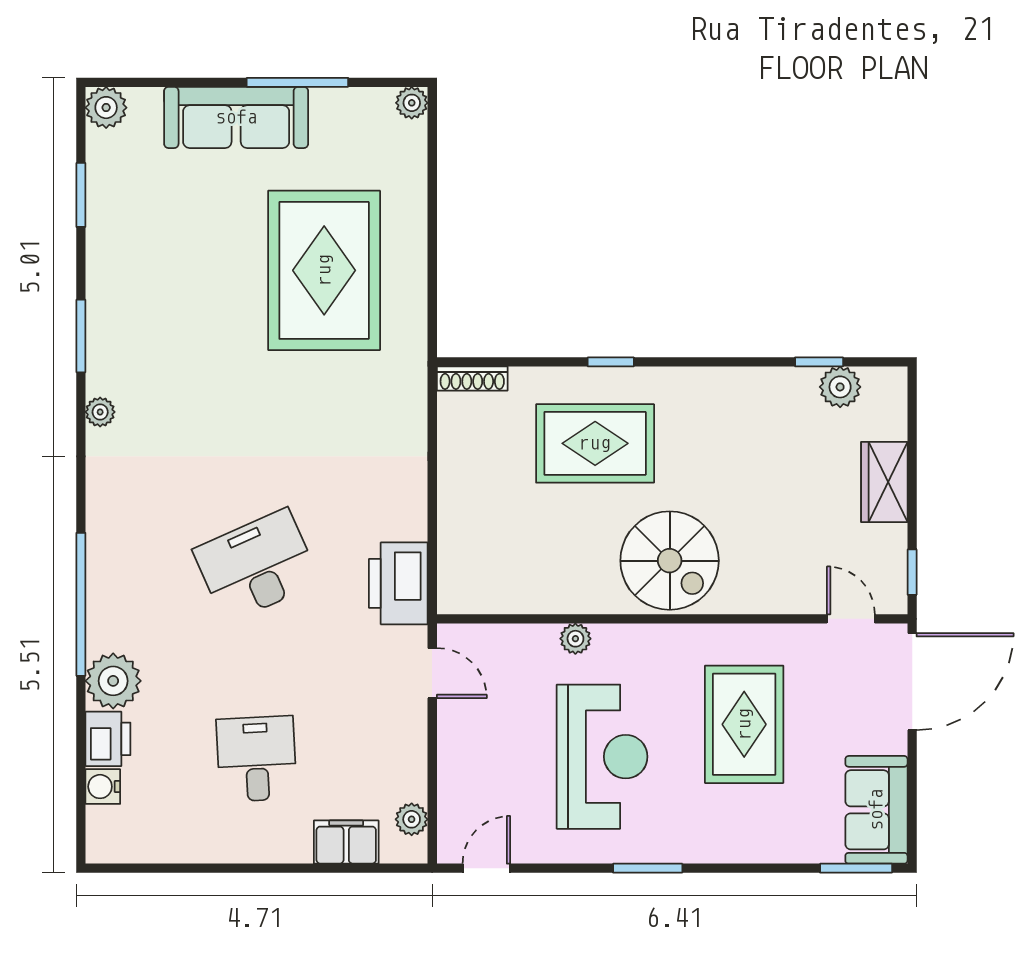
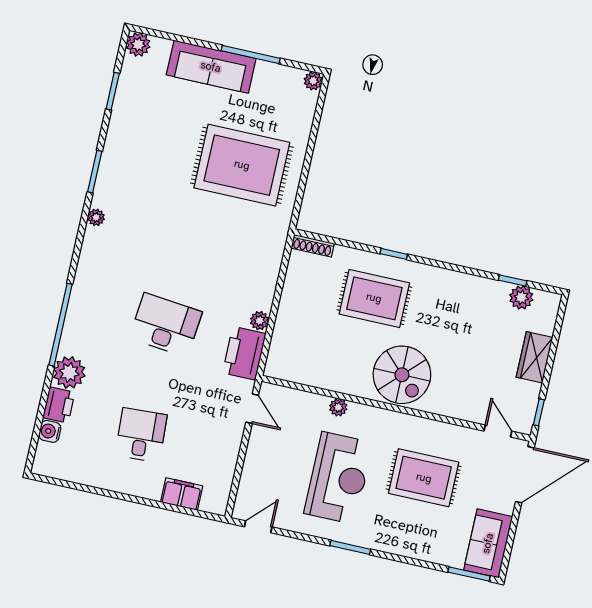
rug: (324, 270) -> (242, 165), turned 90
desk: (257, 566) -> (166, 325), turned 30
rug: (744, 724) -> (424, 478), turned 90
plant: (412, 819) -> (259, 321), moved

